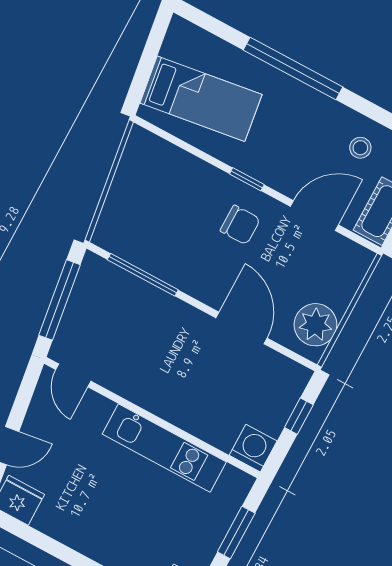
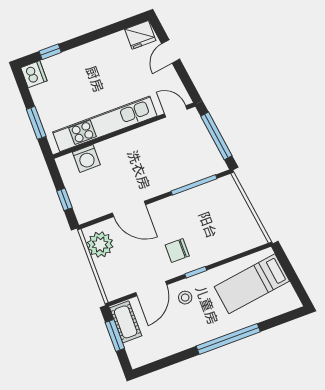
stool: (360, 148) -> (185, 298), moved
kitchen unit: (164, 448) -> (105, 124), width x1.36
washing machine: (253, 448) -> (86, 158), moved

